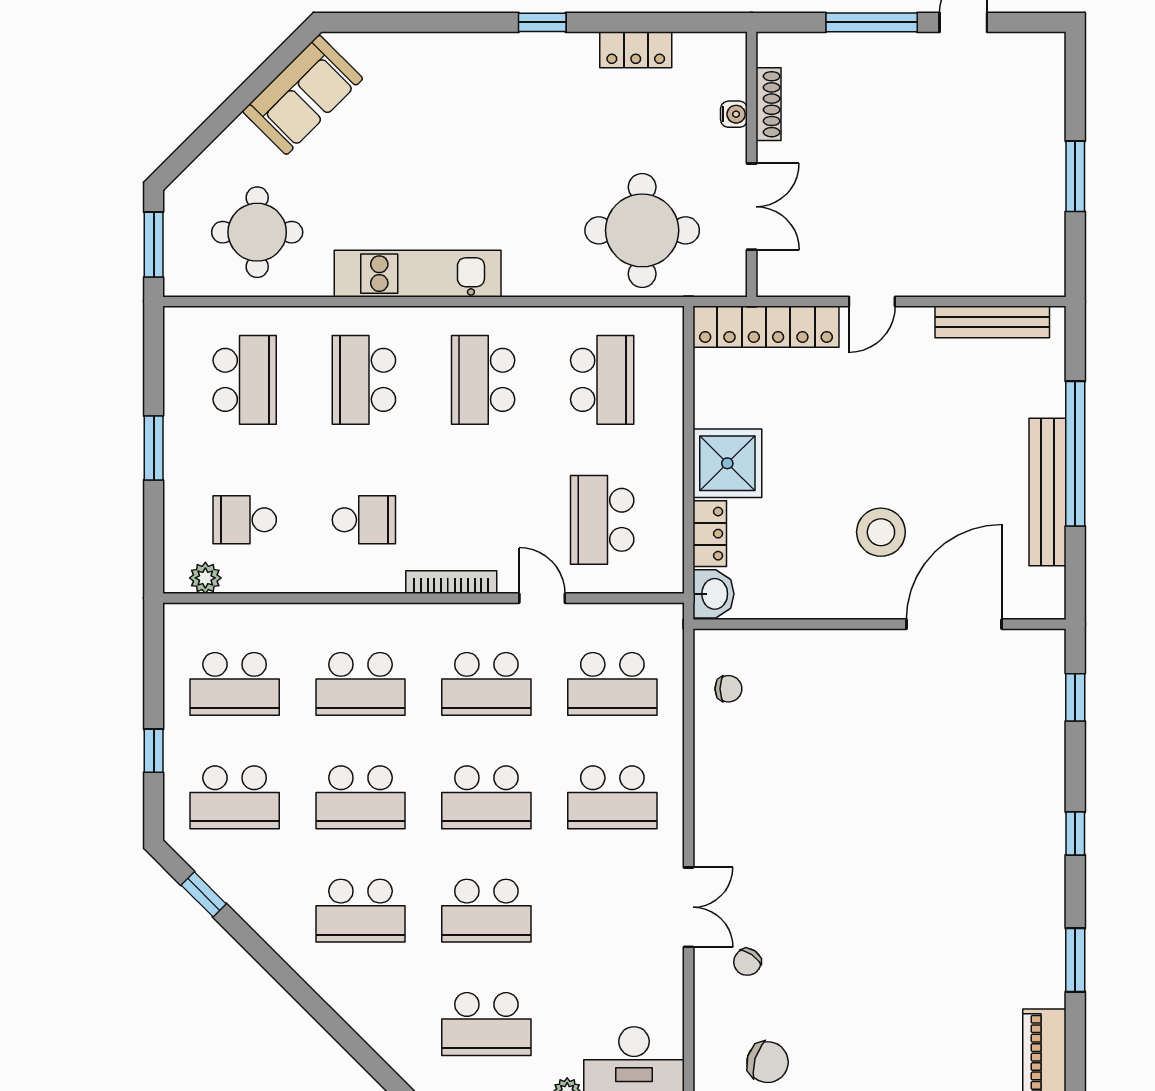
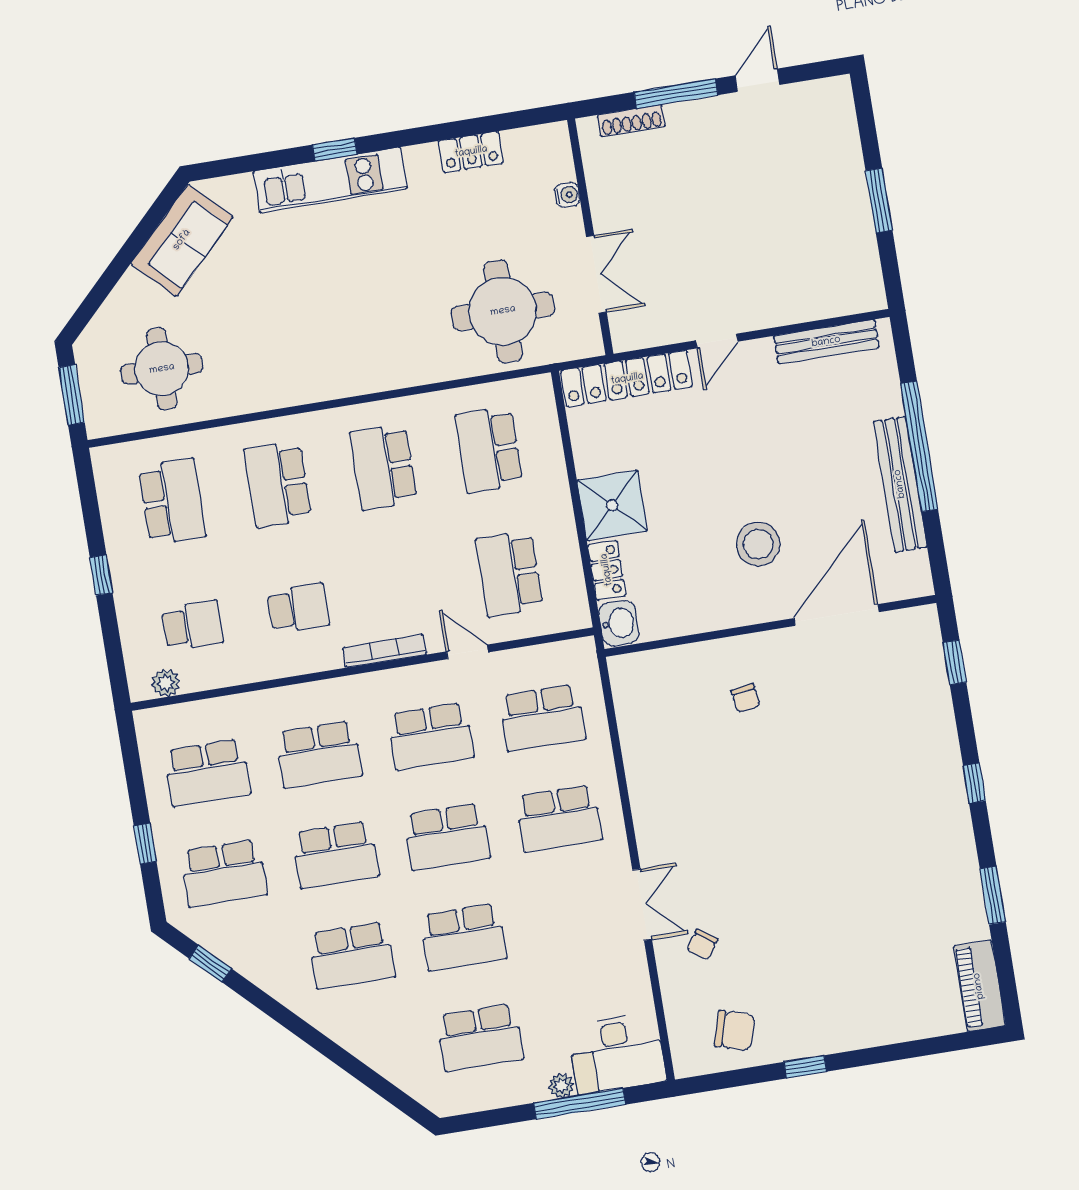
window: (542, 22) -> (335, 149), moved
shoe rack: (768, 104) -> (631, 121), moved, turned 90
kitchen unit: (418, 274) -> (330, 180), moved, turned 180
school desk: (602, 380) -> (489, 450), turned 180
window: (154, 448) -> (101, 575), width x0.67
school desk: (245, 520) -> (192, 626), turned 180
chair: (728, 689) -> (746, 698), moved, turned 81

